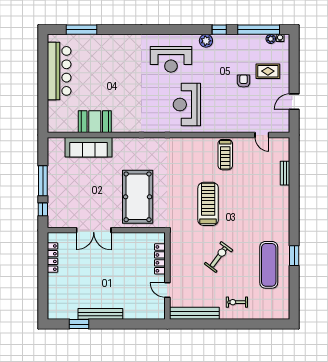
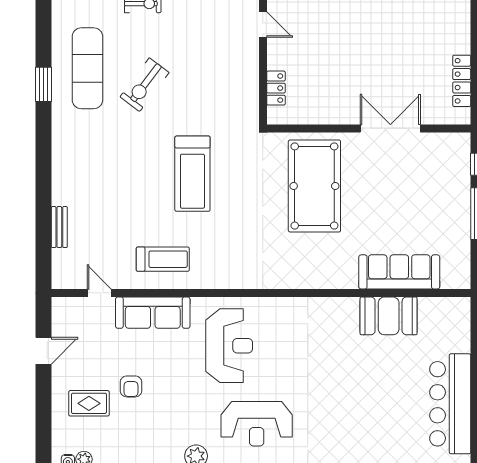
reception desk: (171, 59) -> (257, 424), turned 180
sofa: (231, 124) -> (153, 313), added
treadmill: (225, 155) -> (163, 259), turned 90
exercise bike: (219, 257) -> (144, 85), moved
locker: (160, 259) -> (276, 88), width x0.66

